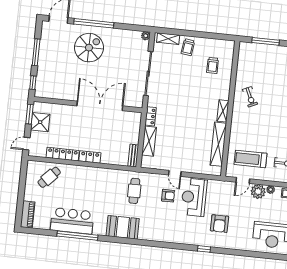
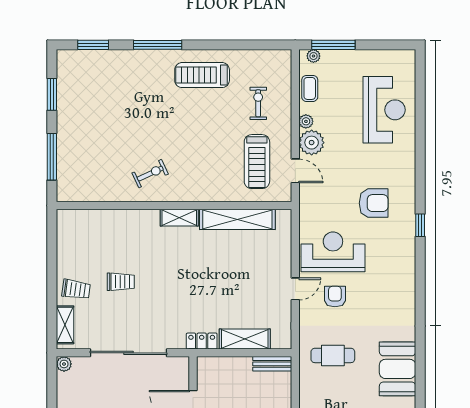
trolley: (213, 65) -> (121, 282), moved
reception desk: (194, 197) -> (333, 252), turned 180

